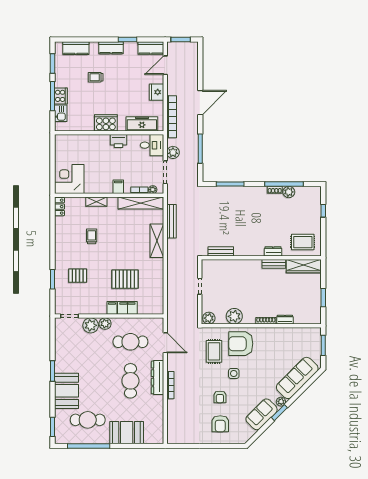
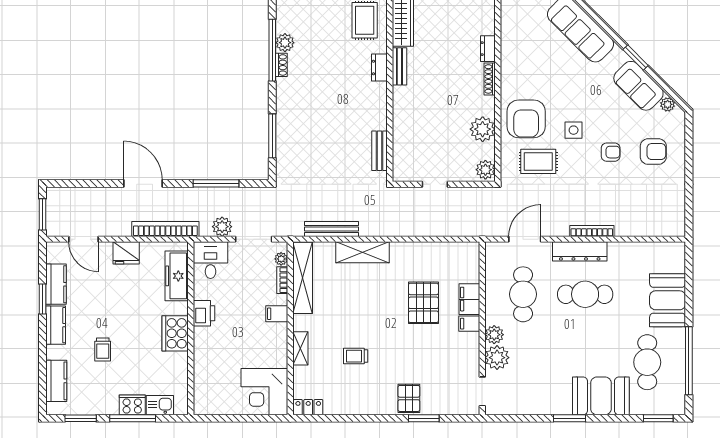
kitchen counter: (151, 48) -> (56, 284), moved
pallet: (78, 276) -> (409, 398), moved
plant: (281, 402) -> (668, 104), moved

